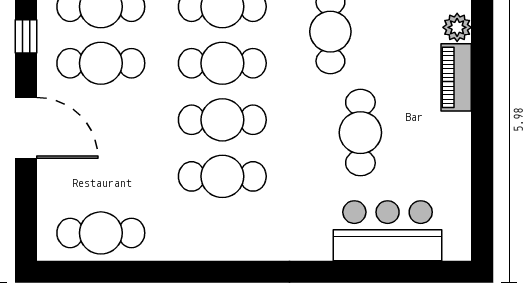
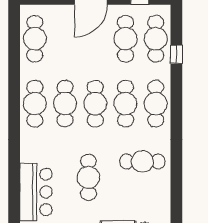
cafe table: (360, 133) -> (88, 177), turned 90
cafe table: (222, 233) -> (35, 104), added

